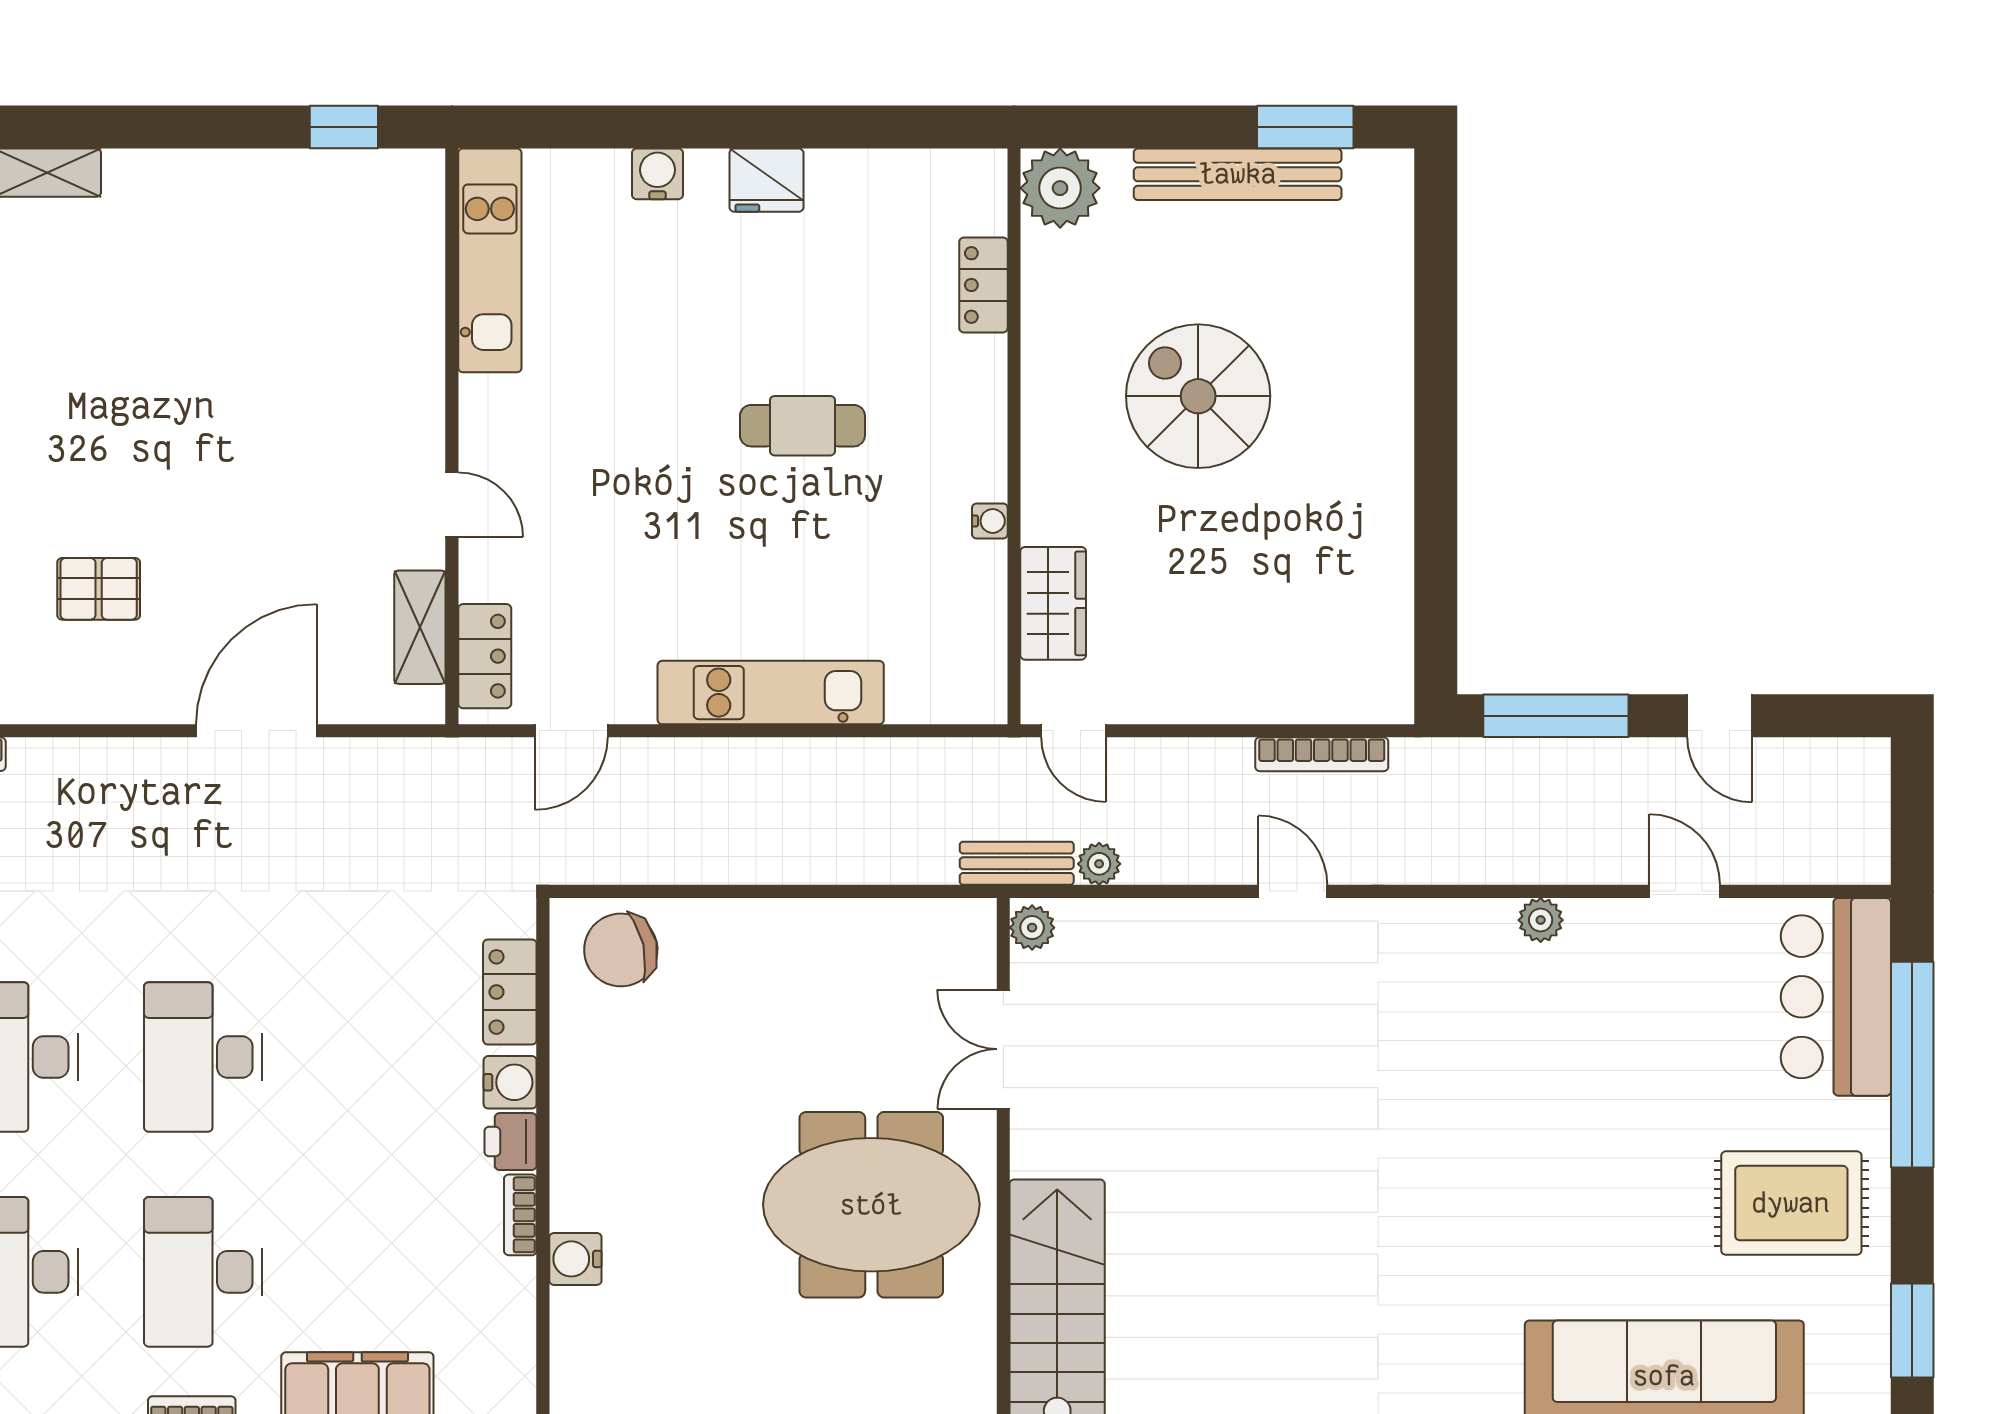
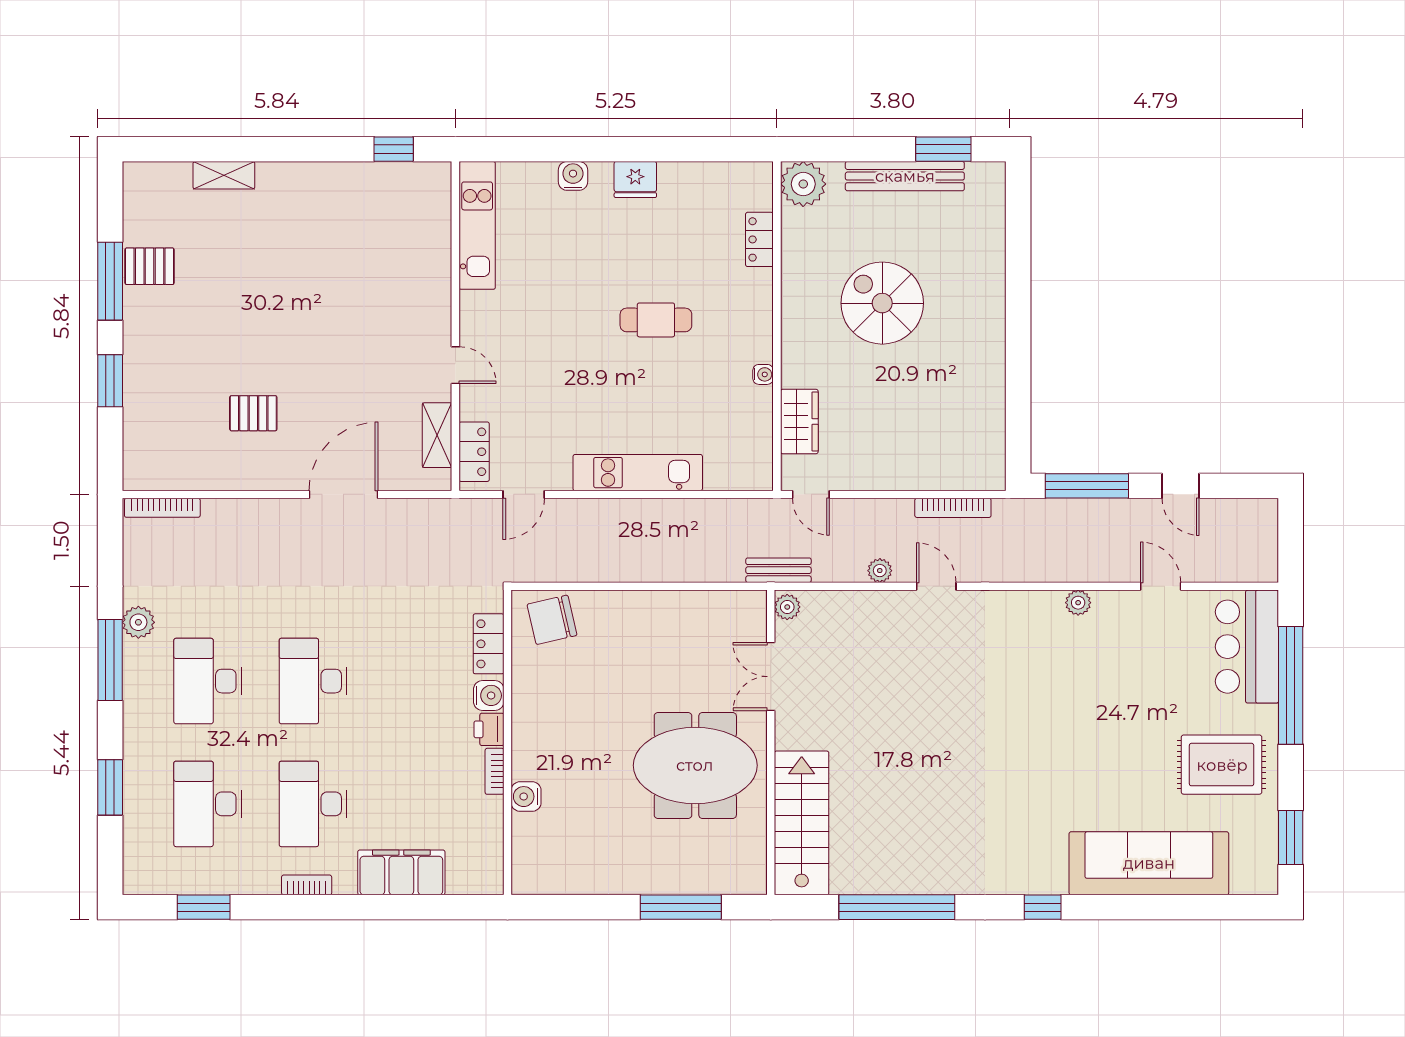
plant: (1099, 864) -> (880, 571), moved

